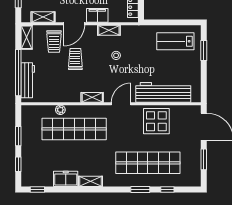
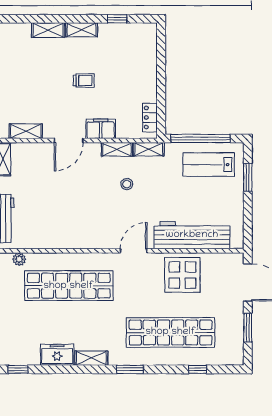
window: (170, 22) -> (200, 138), added
trolley: (54, 42) -> (41, 165), removed
trolley: (75, 59) -> (70, 189), removed
shelving: (92, 97) -> (149, 149), moved
plant: (60, 110) -> (19, 259), moved
window: (140, 190) -> (130, 369), moved

